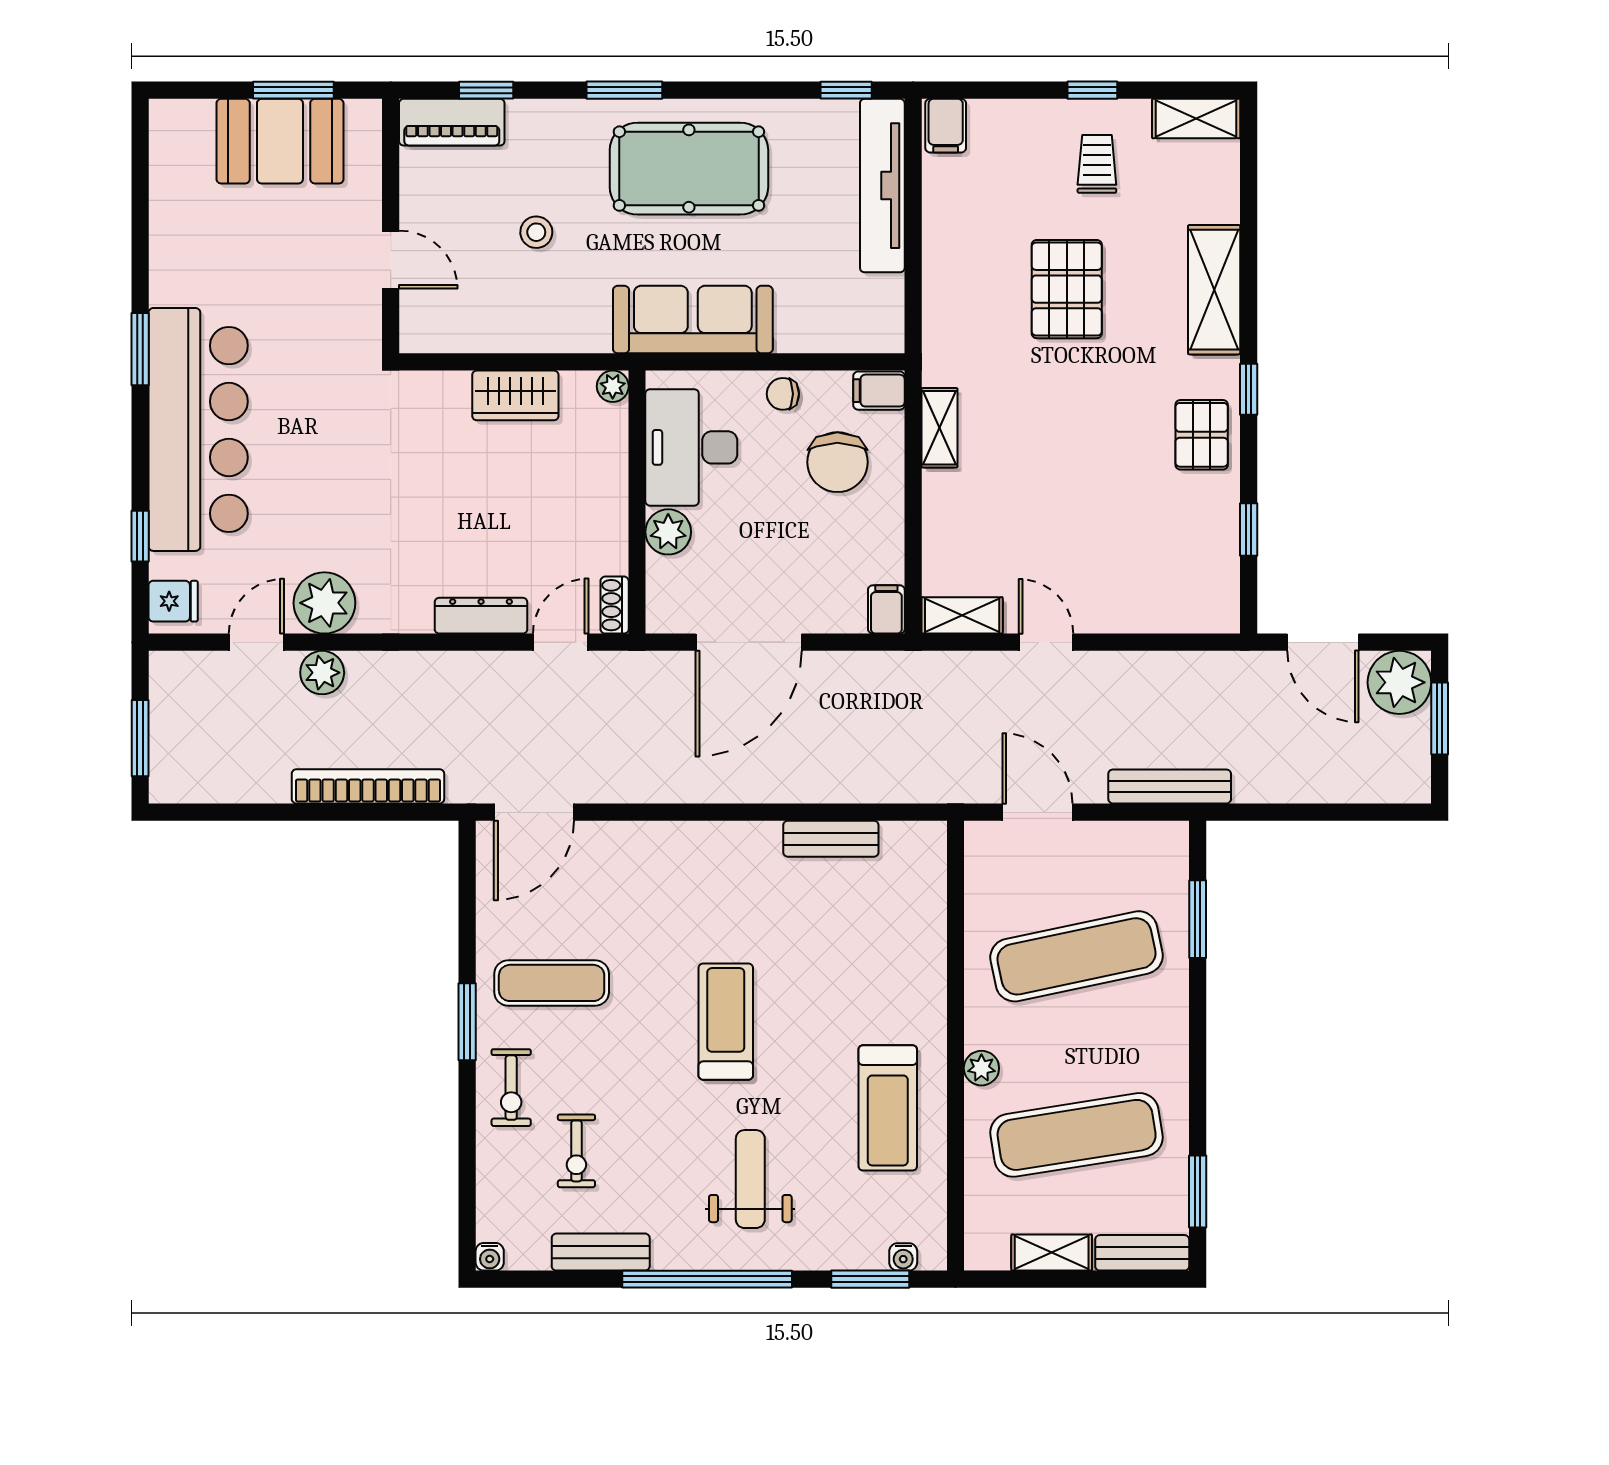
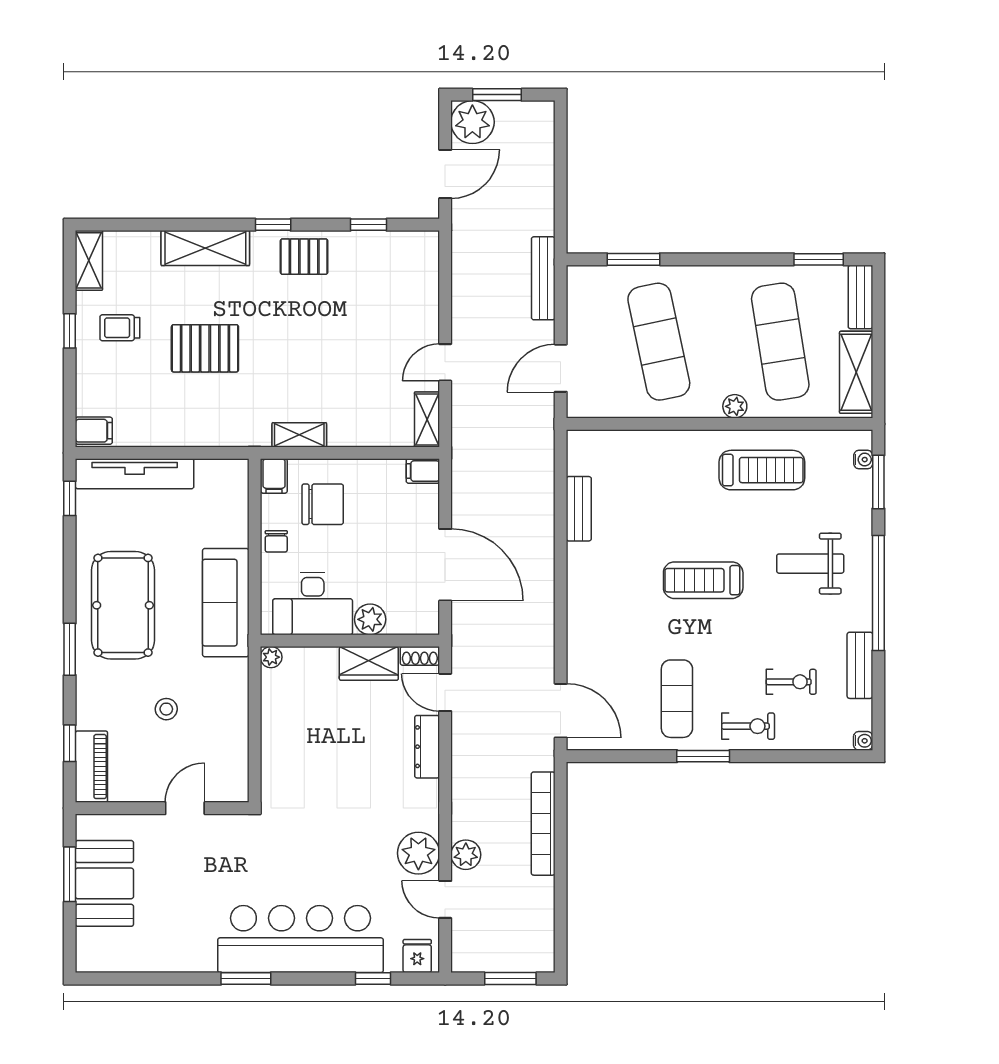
wardrobe: (515, 395) -> (369, 663), moved, turned 90
shelving: (1052, 1253) -> (856, 372), width x1.50, depth x1.33

